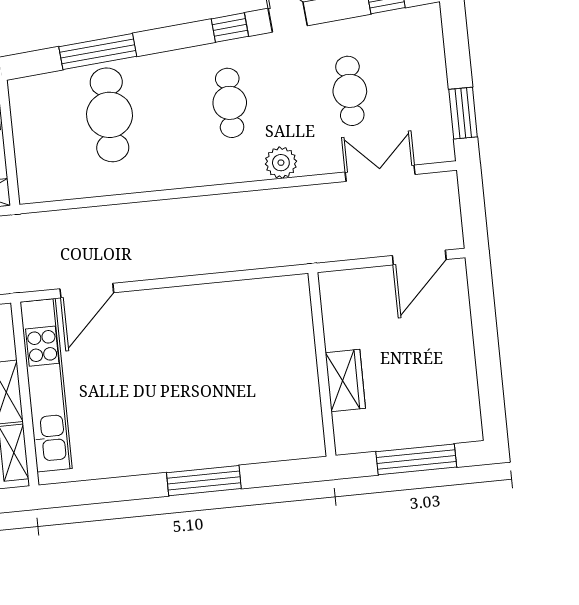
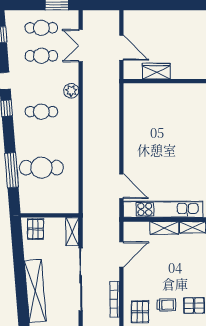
cafe table: (410, 85) -> (41, 28), added
door: (419, 258) -> (121, 48), moved
wardrobe: (345, 380) -> (156, 71), moved

